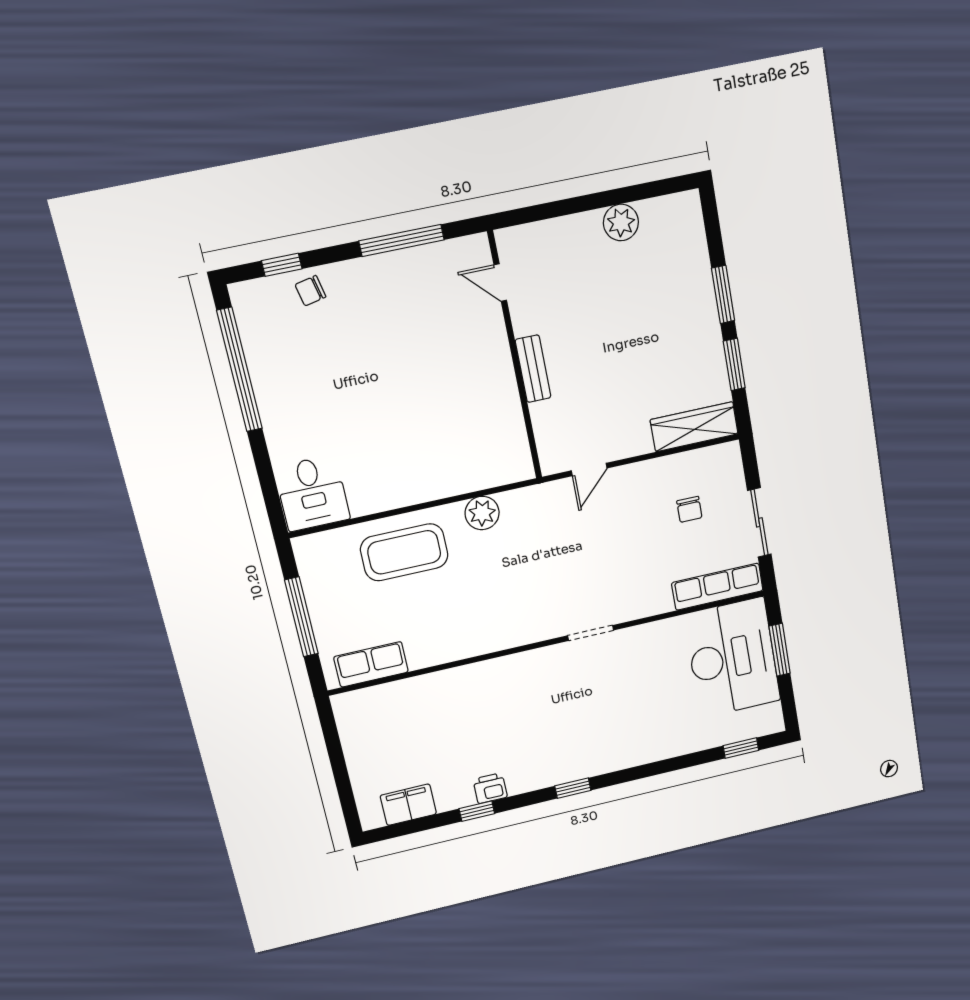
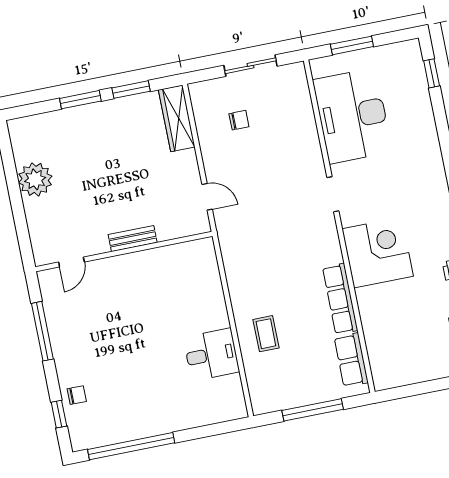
plant: (621, 222) -> (35, 179), width x1.36, depth x1.36
chair: (310, 291) -> (77, 395), turned -78
desk: (312, 493) -> (211, 355), moved
plant: (482, 513) -> (238, 276), removed
coffee table: (404, 552) -> (266, 334), width x0.54, depth x0.58
row of seats: (717, 587) -> (340, 299), moved
desk: (732, 658) -> (352, 116), moved, turned -90
corner desk: (514, 692) -> (378, 252), added

